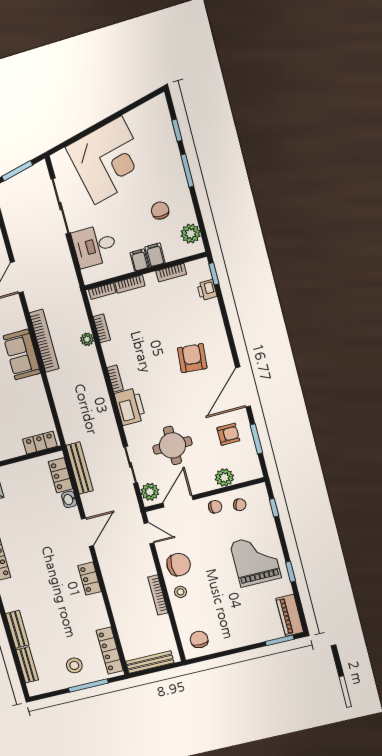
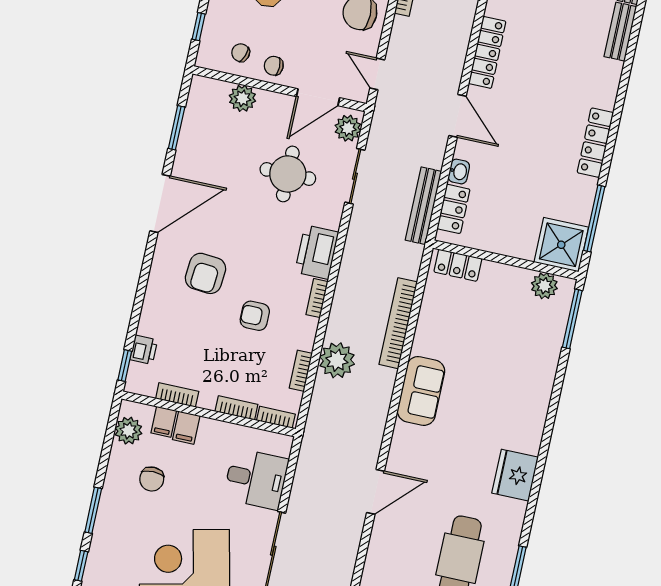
filing cabinet: (139, 260) -> (164, 422), moved
plant: (87, 339) -> (337, 360), width x1.88, depth x1.88
bookcase: (44, 341) -> (398, 323), moved
armchair: (228, 434) -> (255, 316), moved
door: (87, 532) -> (458, 116), swing flipped
locker: (89, 579) -> (487, 52), width x1.53

